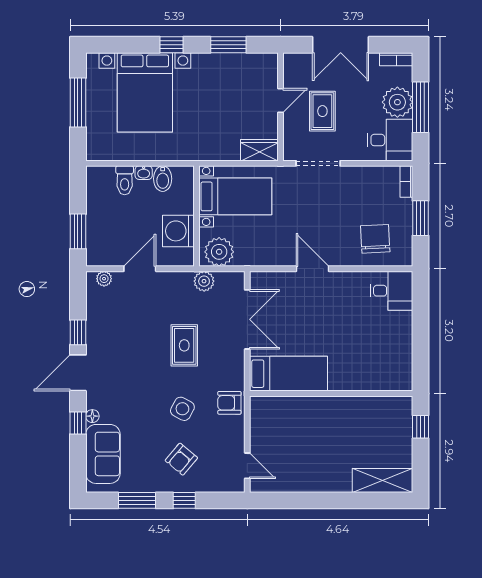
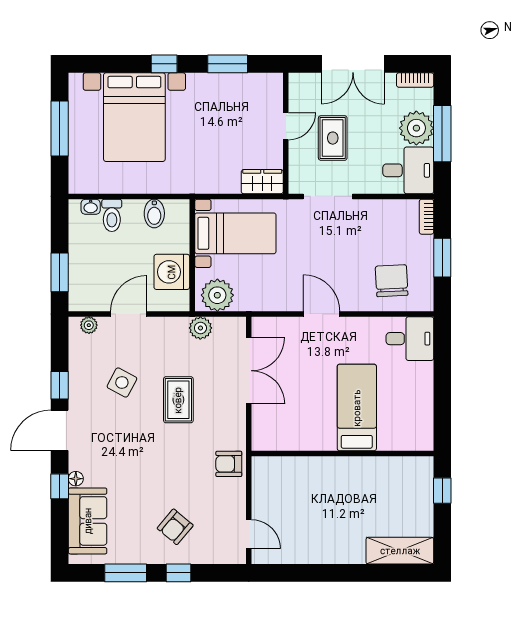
washbasin: (144, 173) -> (91, 207), moved
bed: (288, 374) -> (357, 408), moved, turned -90
side table: (182, 409) -> (122, 383), moved

